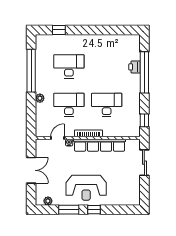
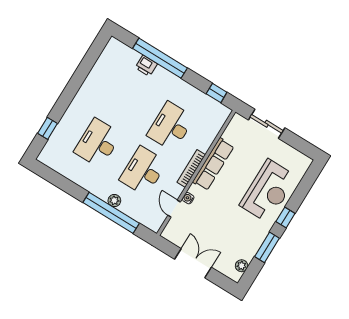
window: (31, 71) -> (111, 213), moved
row of seats: (100, 145) -> (213, 164), width x0.73
reception desk: (86, 188) -> (268, 191), moved

